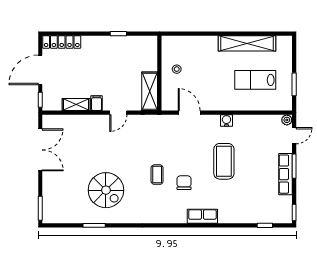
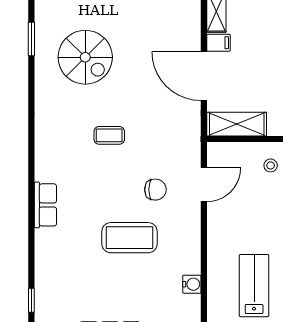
door: (118, 113) -> (204, 76), width x1.88
water cooler: (226, 121) -> (192, 284), moved
chair: (184, 183) -> (155, 190), moved
spiral stairs: (106, 190) -> (85, 57), turned -90

